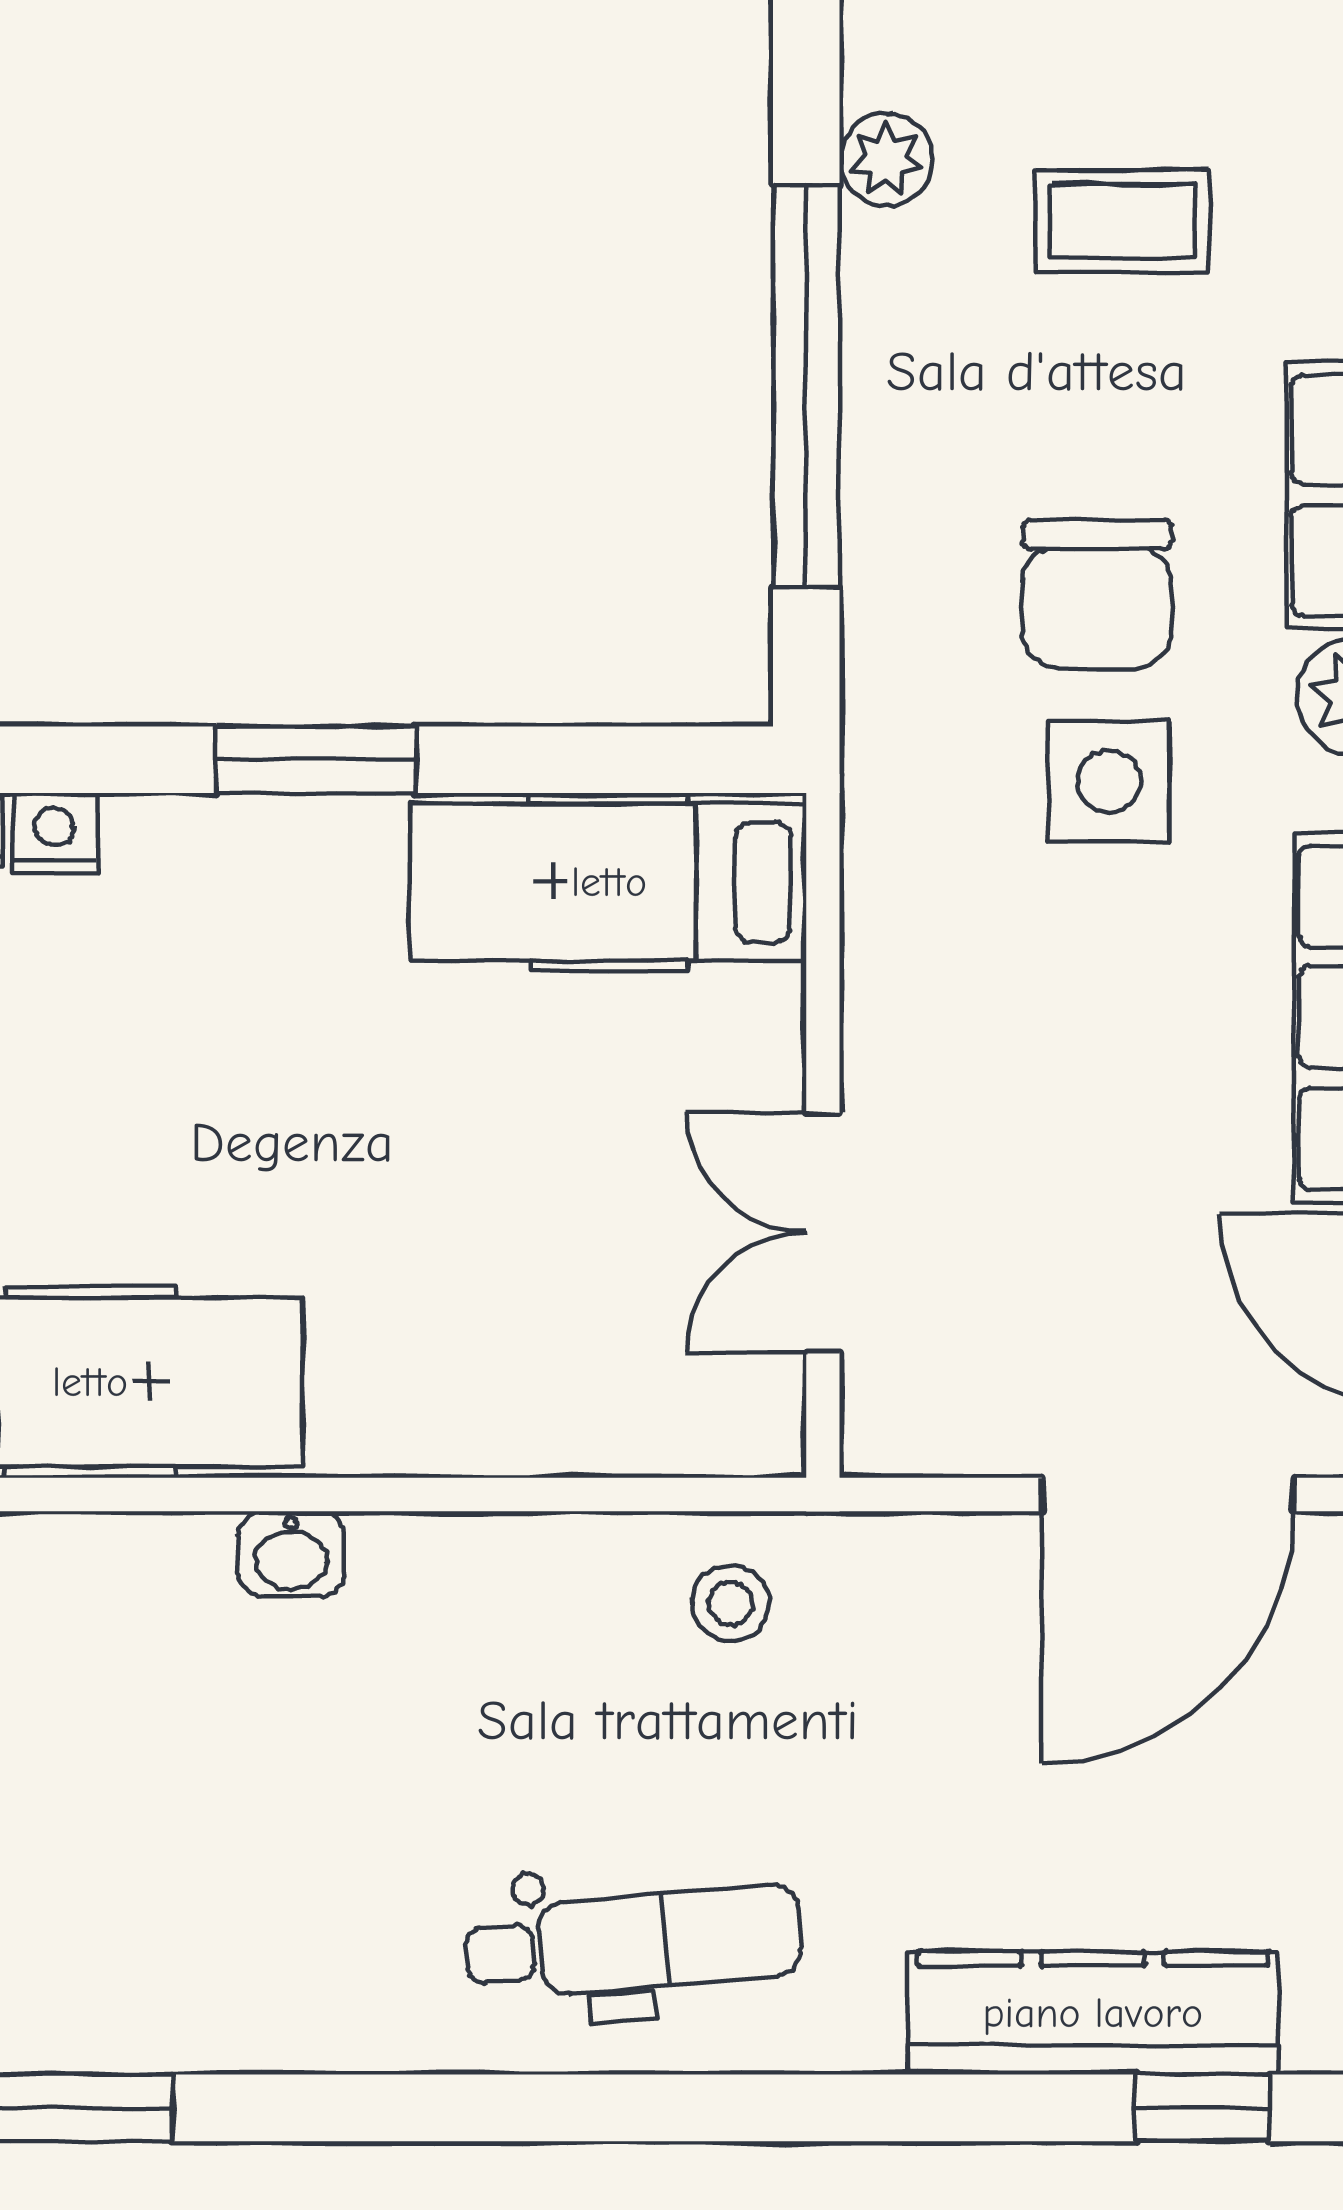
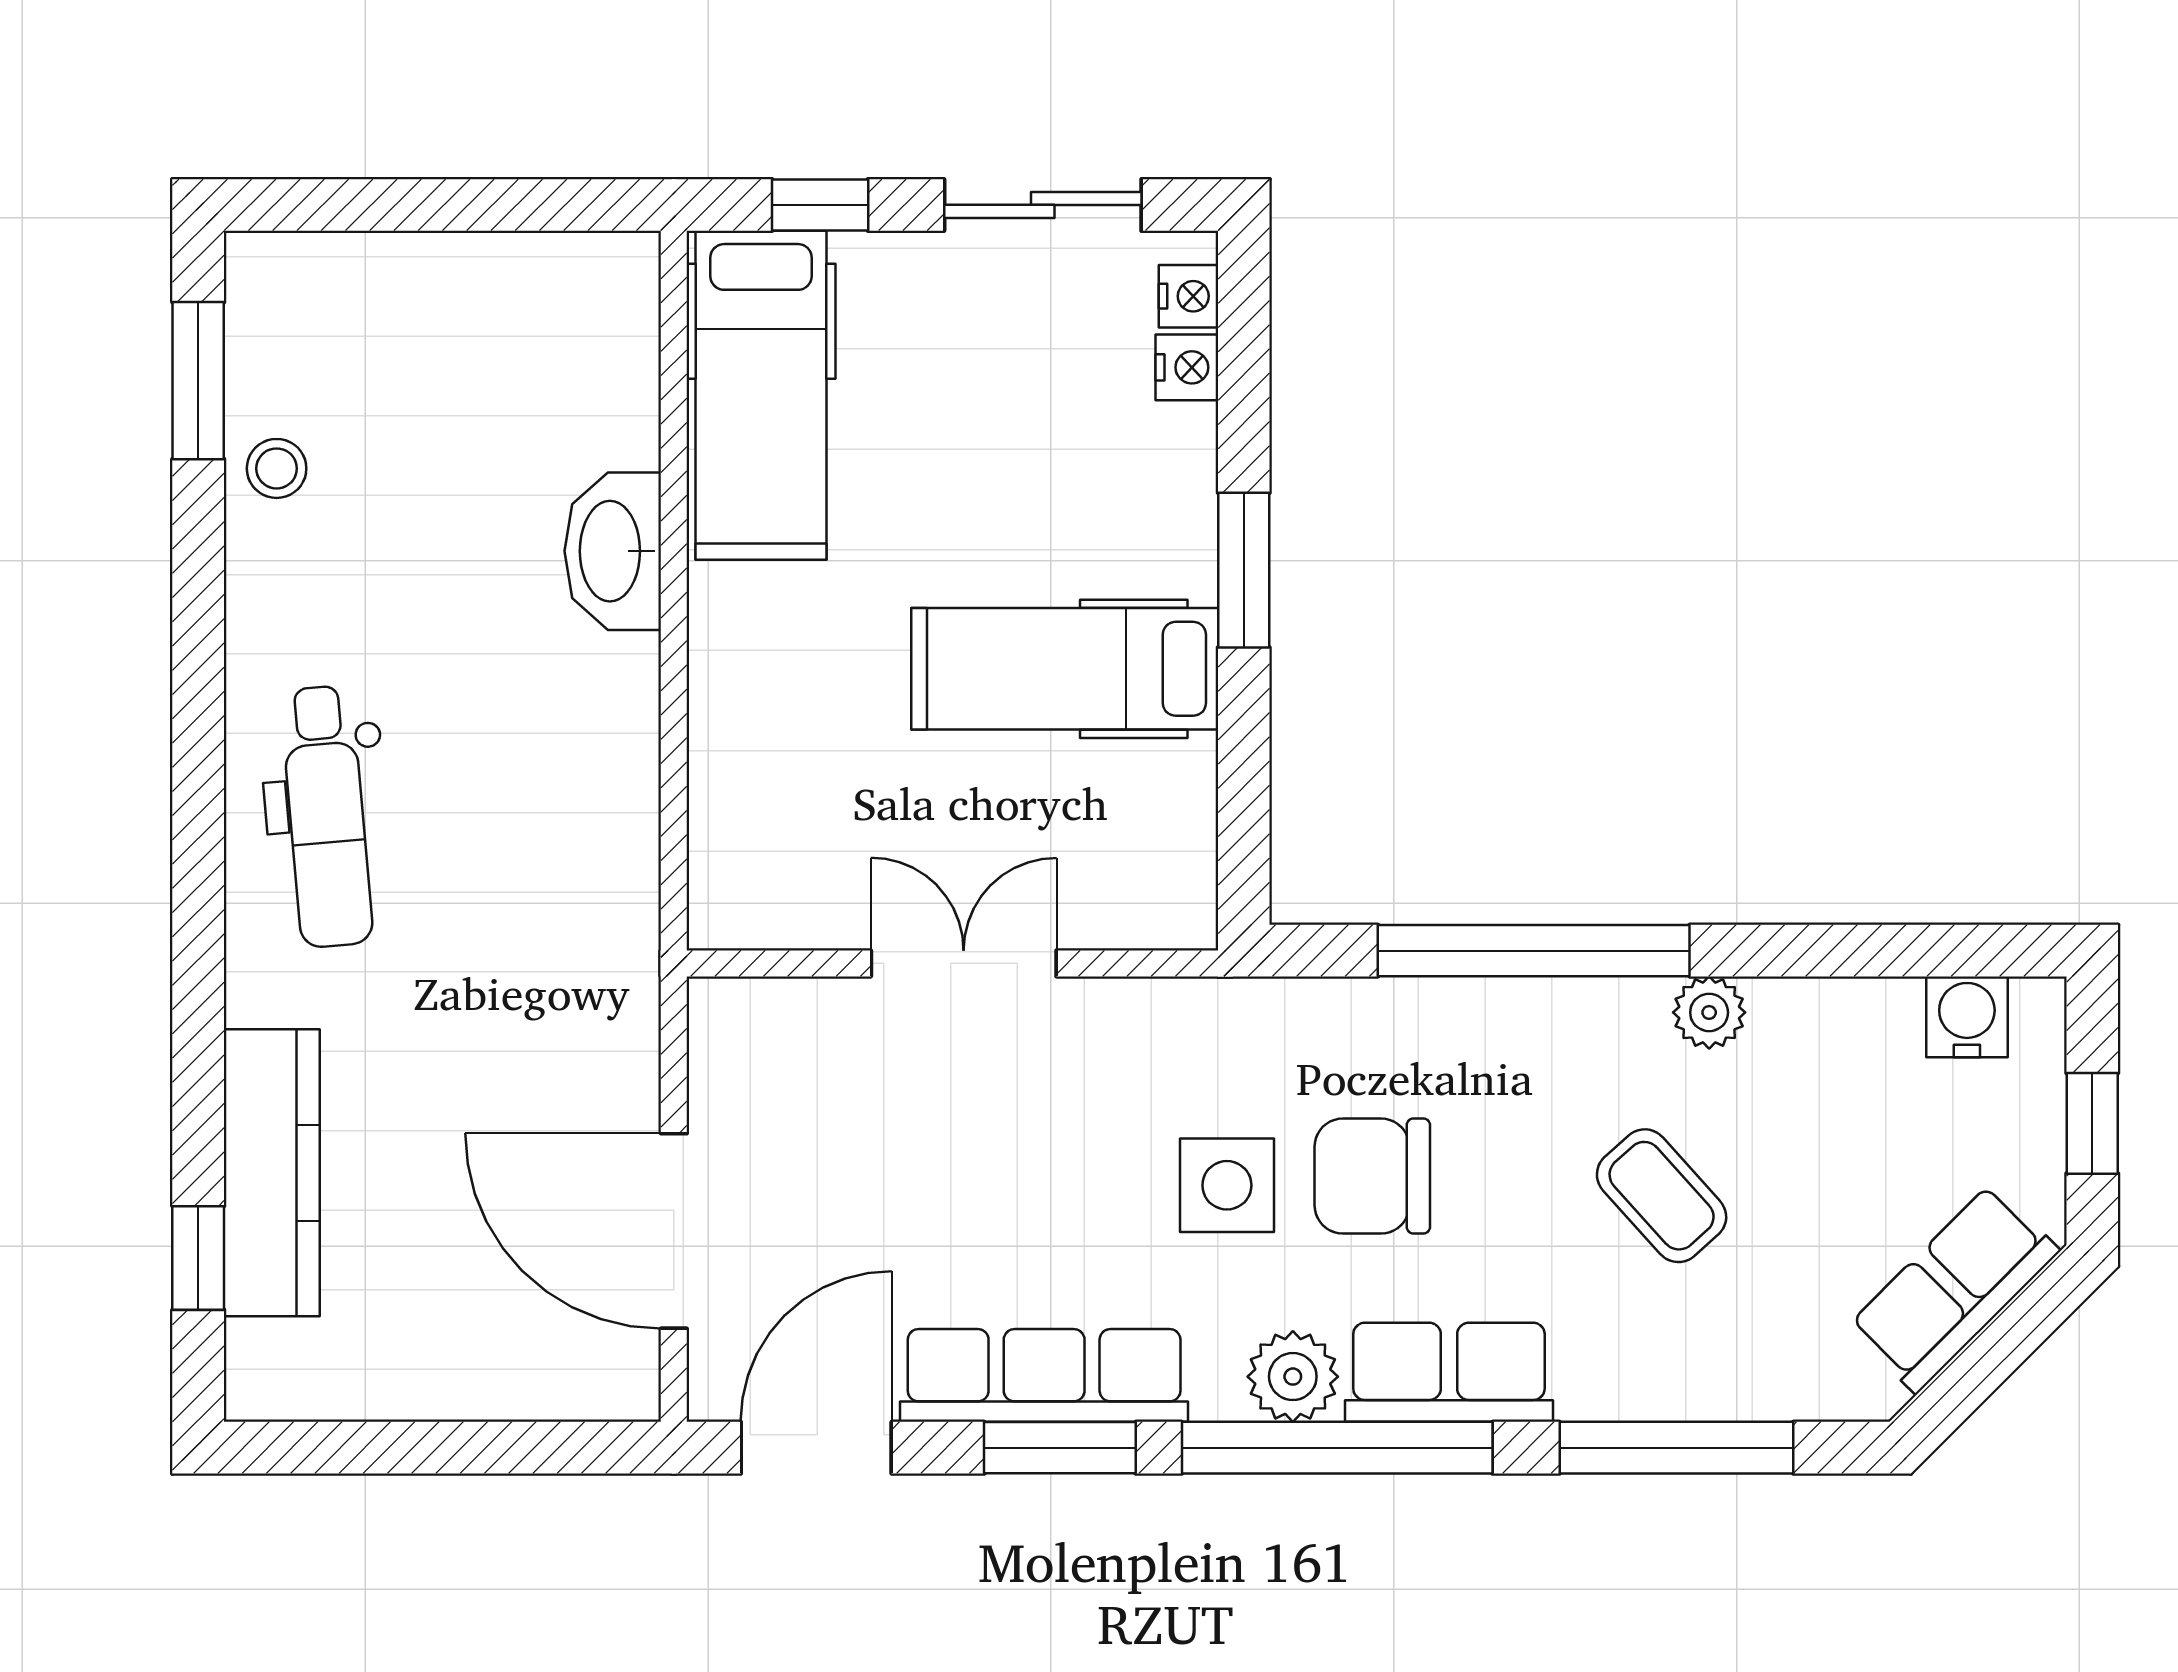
coffee table: (1122, 221) -> (1662, 1196), turned -42
hospital bed: (609, 882) -> (1065, 669), moved, turned -90
double door: (823, 1233) -> (964, 963), moved
washbasin: (291, 1554) -> (613, 551), width x1.91, depth x1.45
stool: (731, 1603) -> (277, 468), moved

